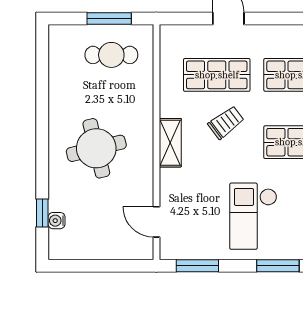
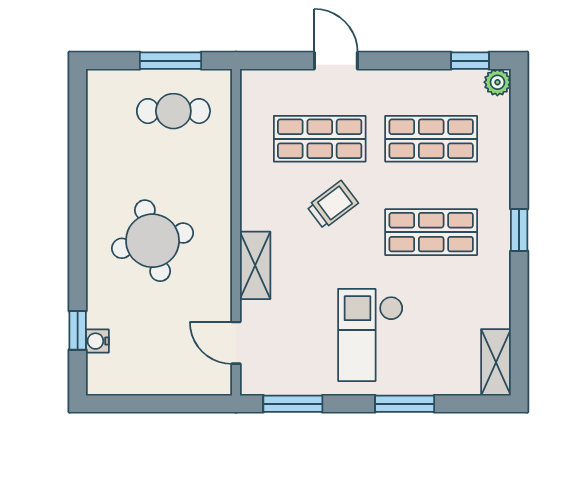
shelving: (170, 143) -> (255, 265), moved

